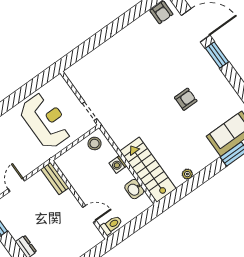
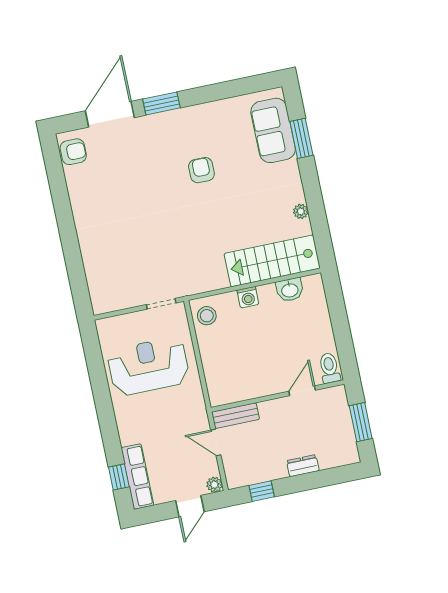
bench: (55, 179) -> (236, 416), moved
wall: (79, 200) -> (278, 396), moved
door: (89, 214) -> (302, 391), moved
toilet: (112, 225) -> (329, 368), moved

